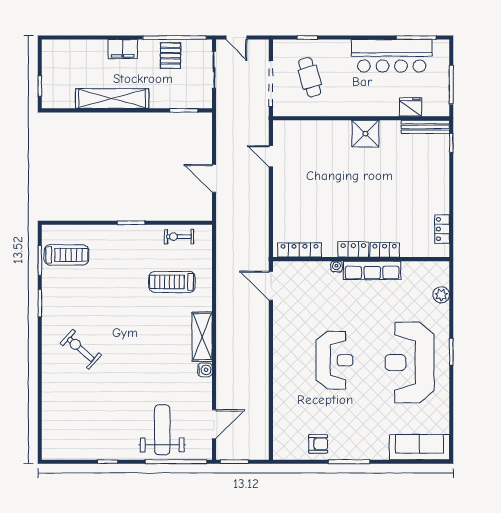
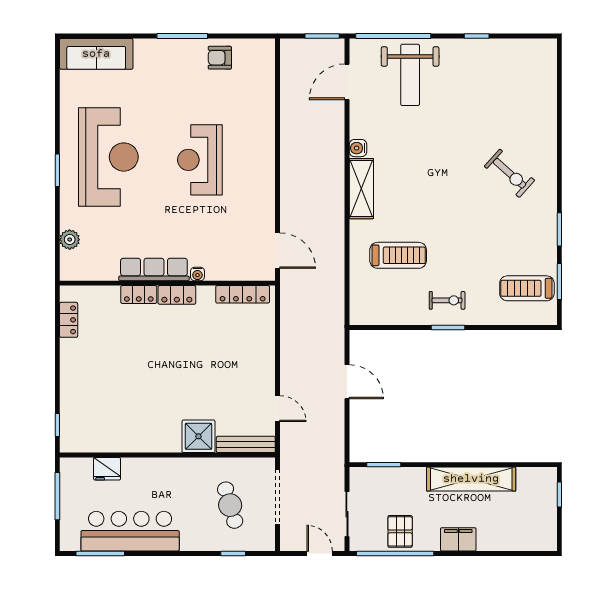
bench: (425, 127) -> (246, 444), moved
shower: (365, 134) -> (199, 436), moved
exercise bike: (179, 237) -> (447, 300), moved

